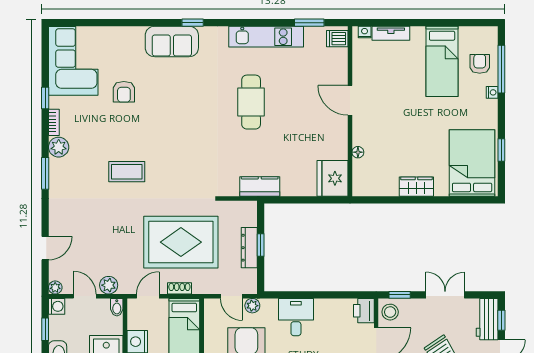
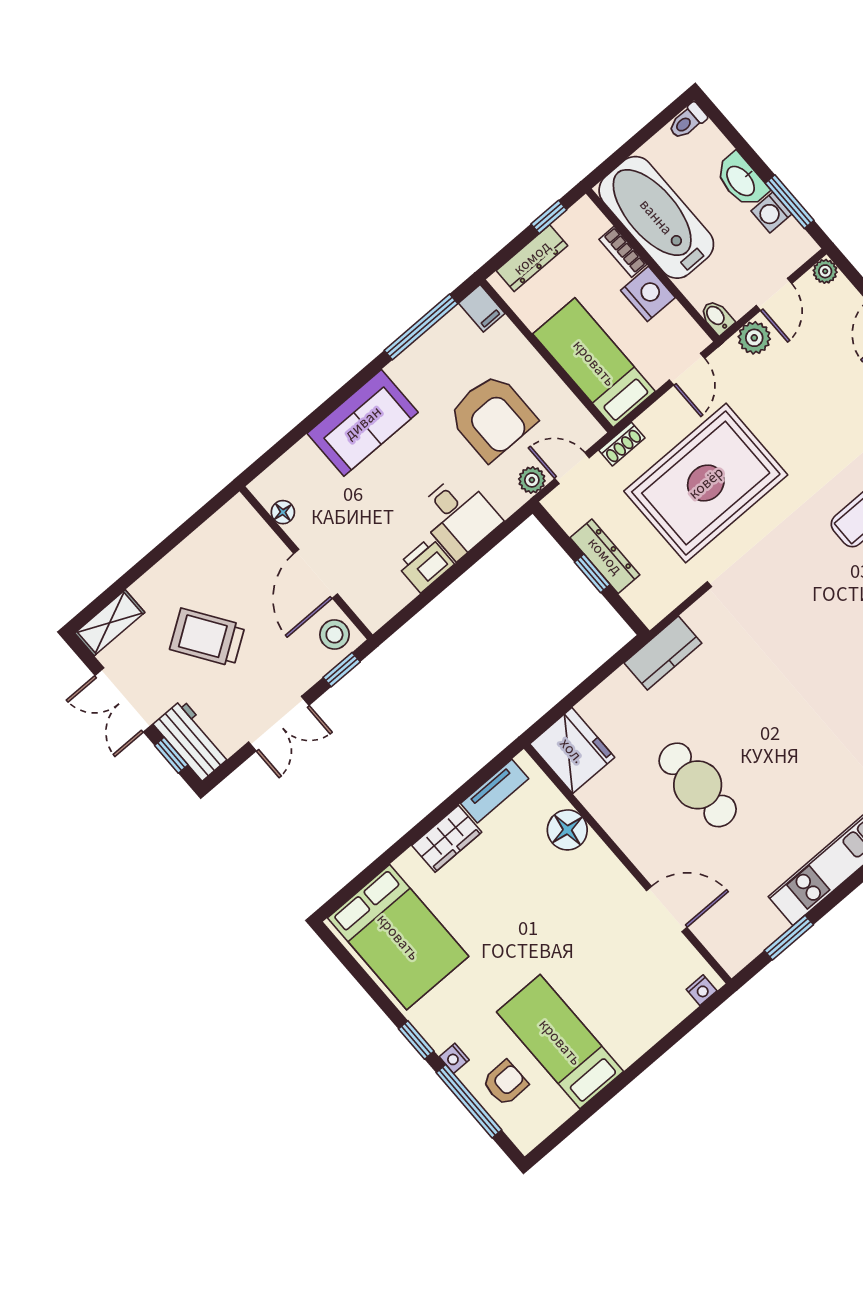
tv unit: (391, 33) -> (495, 791), moved, turned 180
dishwasher: (337, 39) -> (732, 949), removed
armchair: (480, 64) -> (505, 1083), turned -91
door: (350, 100) -> (667, 909), moved
cafe table: (251, 102) -> (698, 785), moved
window: (501, 150) -> (416, 1040), moved
floor lamp: (358, 152) -> (567, 830), width x1.89, depth x1.89
shoe rack: (179, 288) -> (622, 444), moved
door: (85, 296) -> (774, 294), hinge flipped
washing machine: (57, 306) -> (771, 213), moved
printer: (364, 311) -> (426, 565), moved, turned -90
window: (45, 329) -> (790, 202), width x1.50

